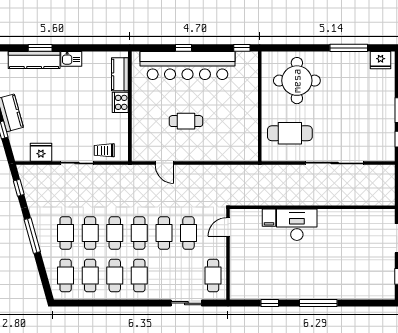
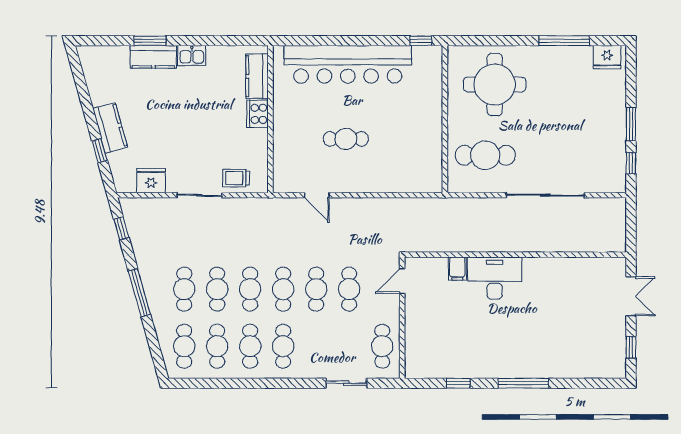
window: (184, 48) -> (342, 41), removed
kitchen counter: (34, 60) -> (153, 57), width x0.67

